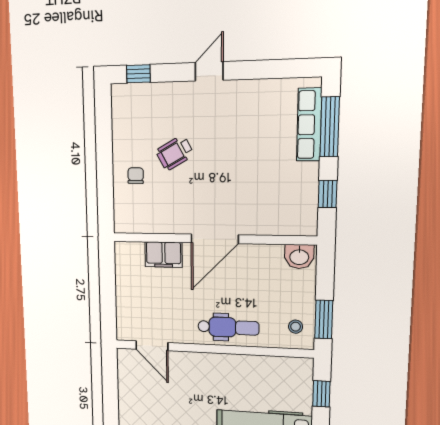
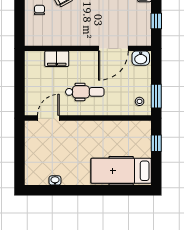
door: (215, 239) -> (113, 48), moved
dental chair: (228, 327) -> (85, 92), moved
door: (152, 346) -> (48, 118), swing flipped

